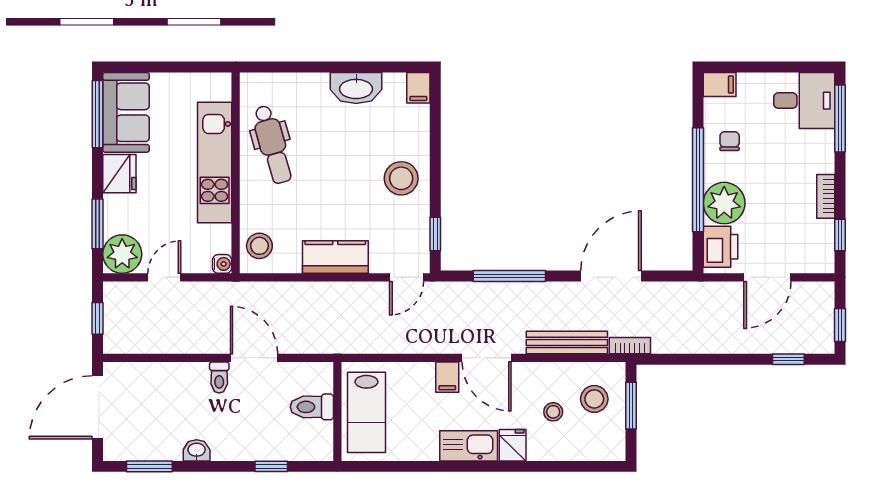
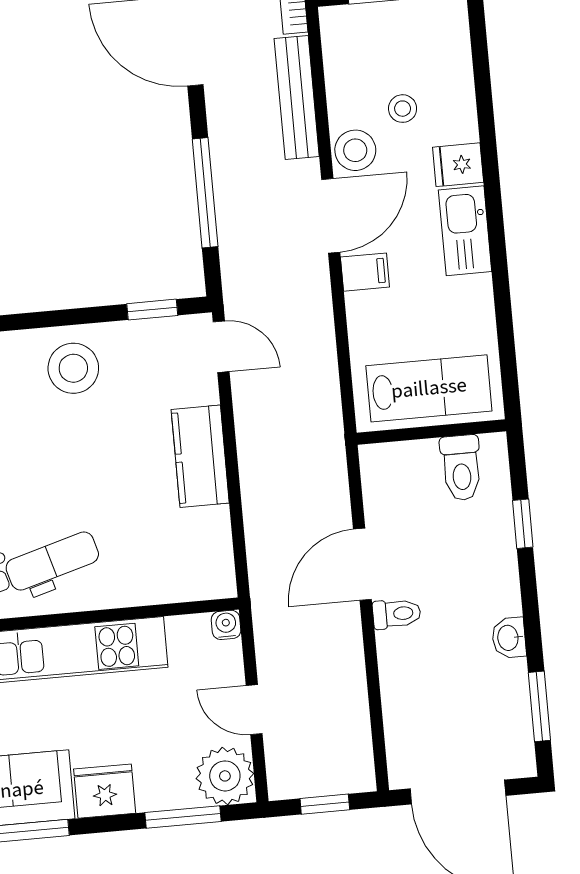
stool: (259, 246) -> (194, 571), removed
stool: (594, 399) -> (355, 150), moved
toilet: (312, 407) -> (461, 468), moved

